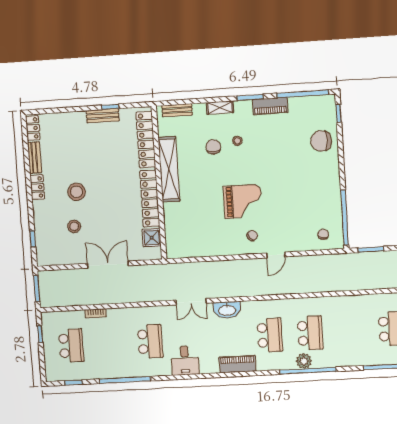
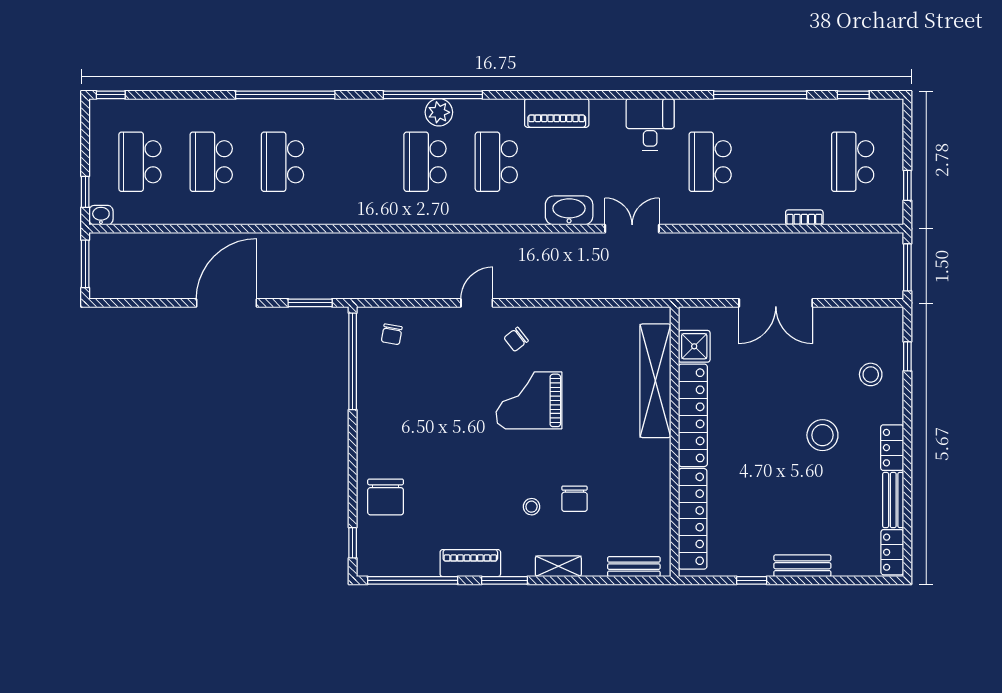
bench: (103, 116) -> (802, 566), moved
chair: (321, 141) -> (386, 497), turned 90
shelving: (169, 169) -> (655, 381), moved
stool: (74, 226) -> (871, 374), moved

